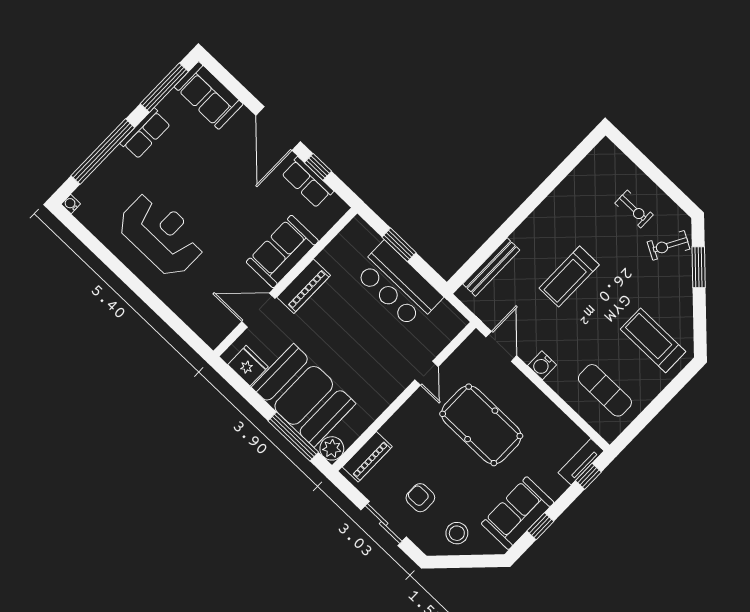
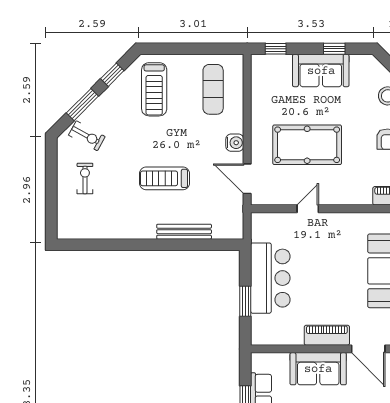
bench: (491, 267) -> (184, 232), moved
treadmill: (569, 277) -> (164, 178), turned 180
window: (700, 317) -> (112, 75), added
door: (501, 346) -> (247, 179), hinge flipped
pool table: (481, 425) -> (307, 145), turned 90
tv unit: (581, 462) -> (271, 62), removed
sofa: (518, 513) -> (321, 71), moved

